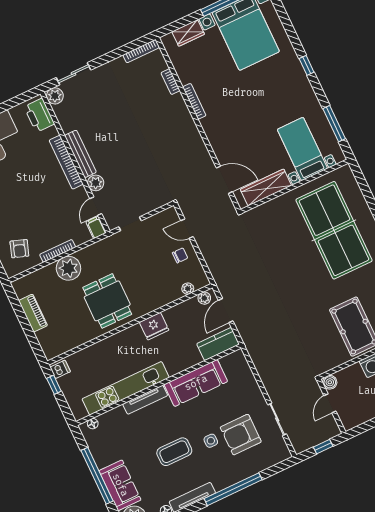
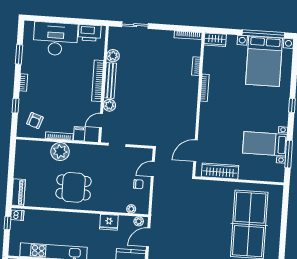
wardrobe: (188, 33) -> (215, 40), moved
plant: (55, 96) -> (113, 56), moved
printer: (39, 115) -> (90, 33), moved, turned -90
bed with nightstands: (302, 149) -> (265, 144), moved, turned -90
door: (224, 180) -> (195, 151), swing flipped
filing cabinet: (96, 227) -> (79, 134), moved
door: (187, 229) -> (153, 169), hinge flipped
dining table: (107, 301) -> (74, 187), turned 90
piano: (33, 313) -> (18, 192), moved
fridge: (154, 326) -> (109, 222), moved

